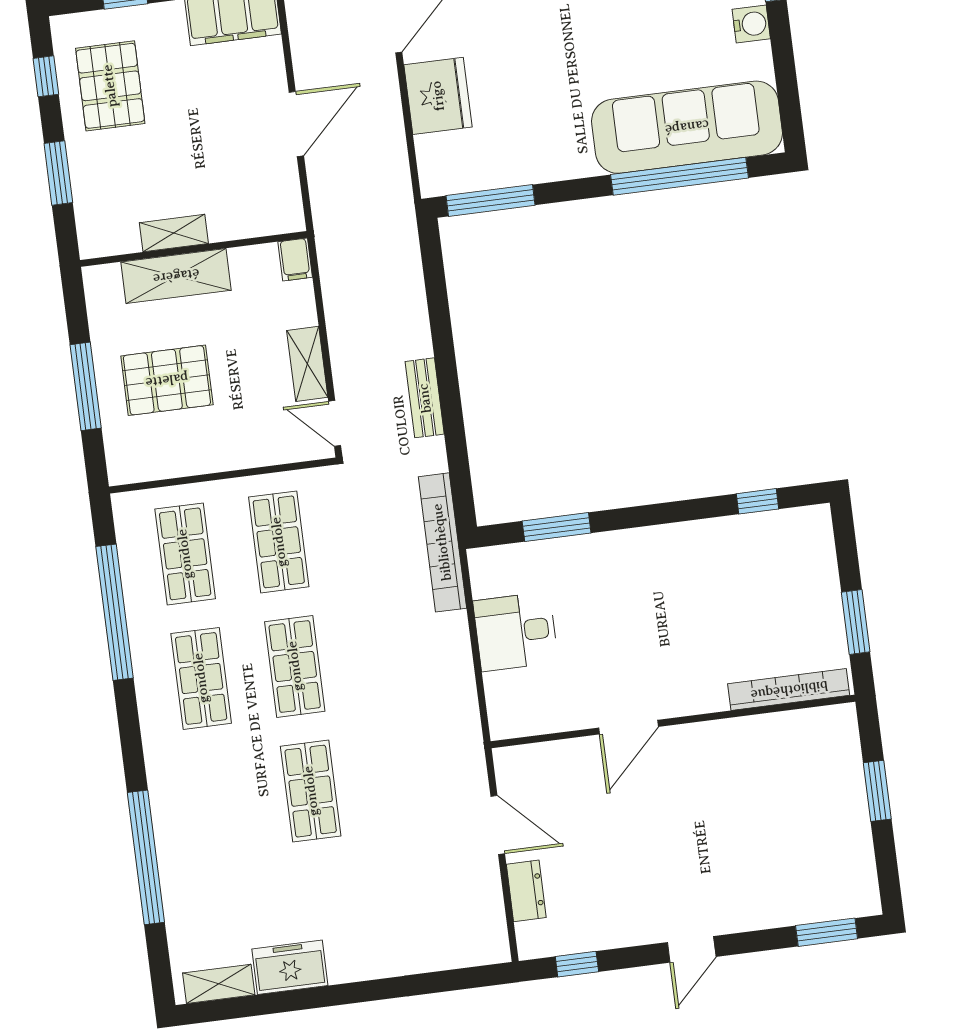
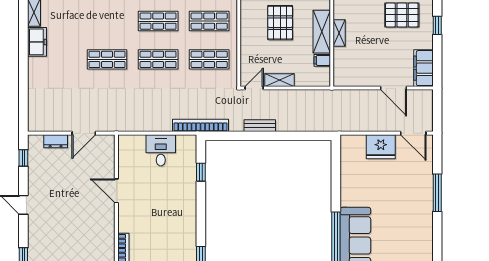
door: (296, 124) -> (393, 88), moved
window: (490, 200) -> (336, 162), removed
filing cabinet: (295, 260) -> (322, 60), moved
window: (557, 527) -> (201, 172), width x0.67

